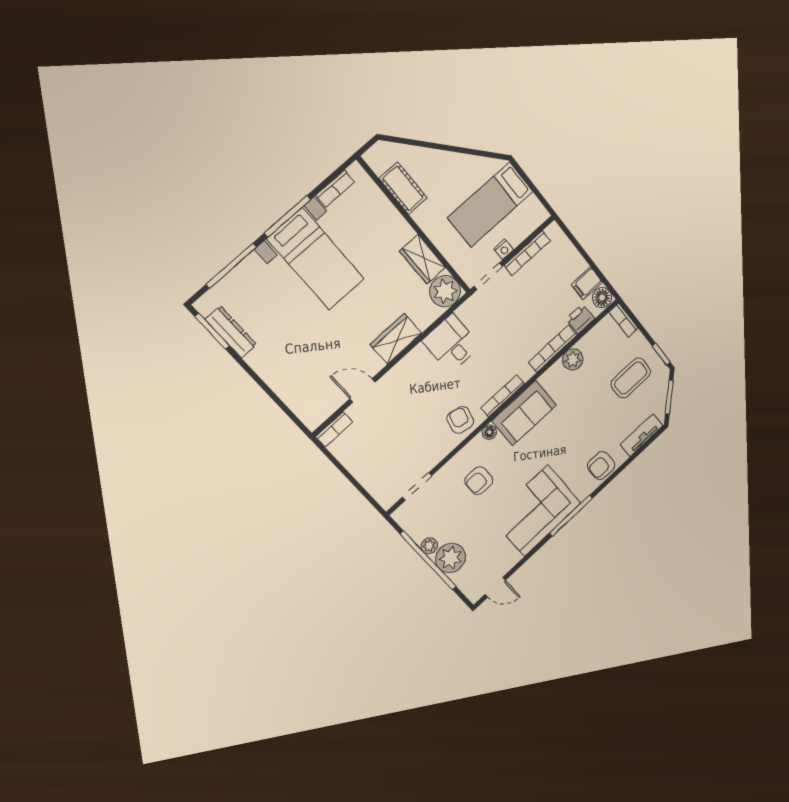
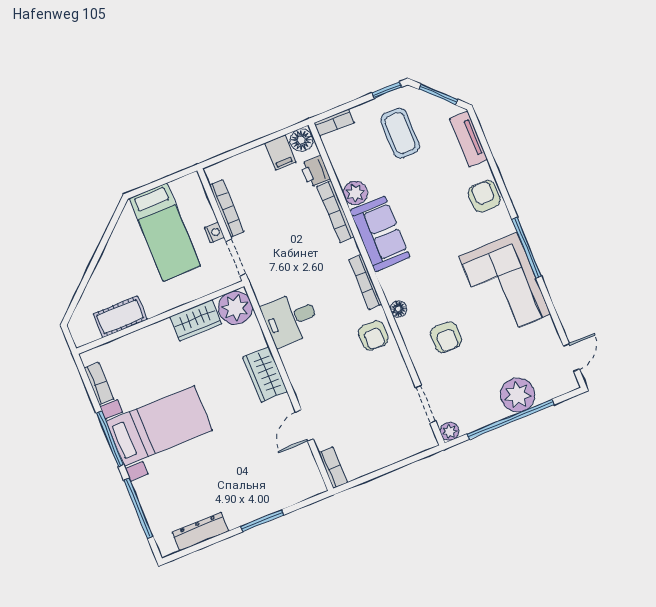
window: (212, 331) -> (262, 521), moved
sofa: (524, 413) -> (380, 234), moved
armchair: (460, 420) -> (373, 336), turned -102
armchair: (601, 466) -> (484, 196), turned 180
plant: (429, 546) -> (450, 431), moved

